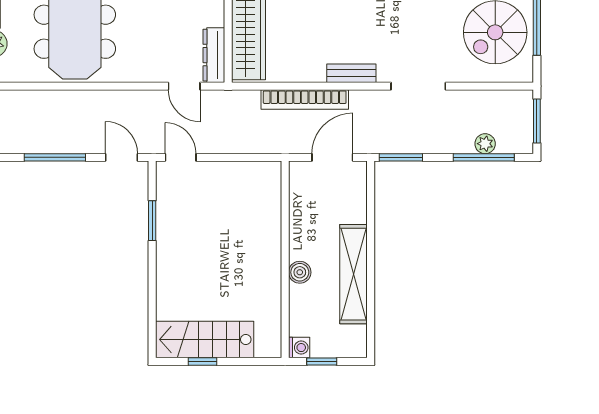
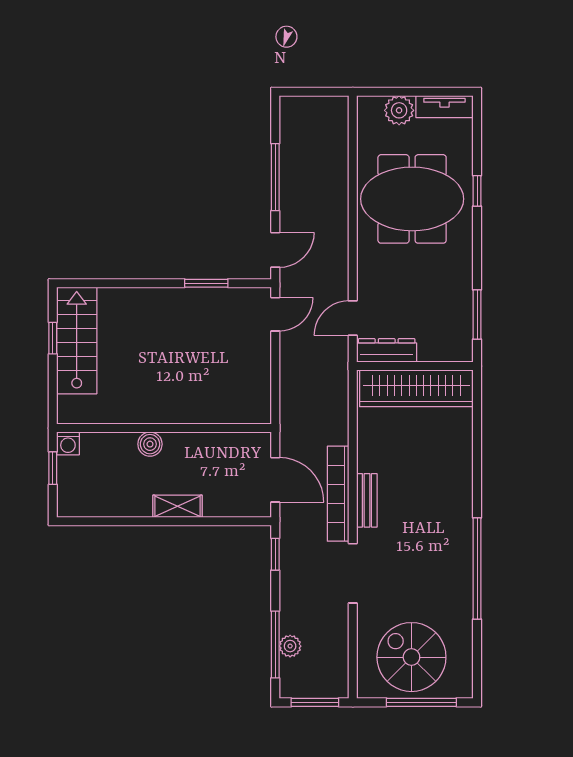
bookcase: (305, 100) -> (338, 494), moved
window: (401, 157) -> (275, 554), width x0.67
shelving: (353, 274) -> (177, 506), width x0.45, depth x0.75

